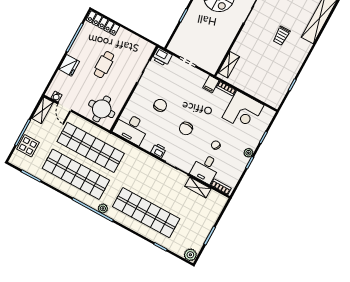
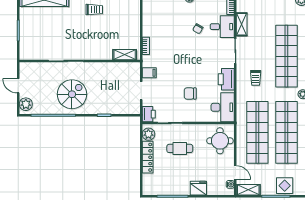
locker: (103, 23) -> (148, 157), moved
trolley: (281, 36) -> (94, 10), moved
plant: (144, 47) -> (148, 134), added
cafe table: (104, 65) -> (180, 148), moved
filing cabinet: (211, 84) -> (149, 73), moved
door: (65, 107) -> (235, 173), hinge flipped
corner desk: (243, 111) -> (157, 21), removed
chair: (186, 128) -> (198, 61), removed
printer: (158, 151) -> (226, 79), width x1.87, depth x1.48
trolley: (142, 173) -> (256, 78), added

